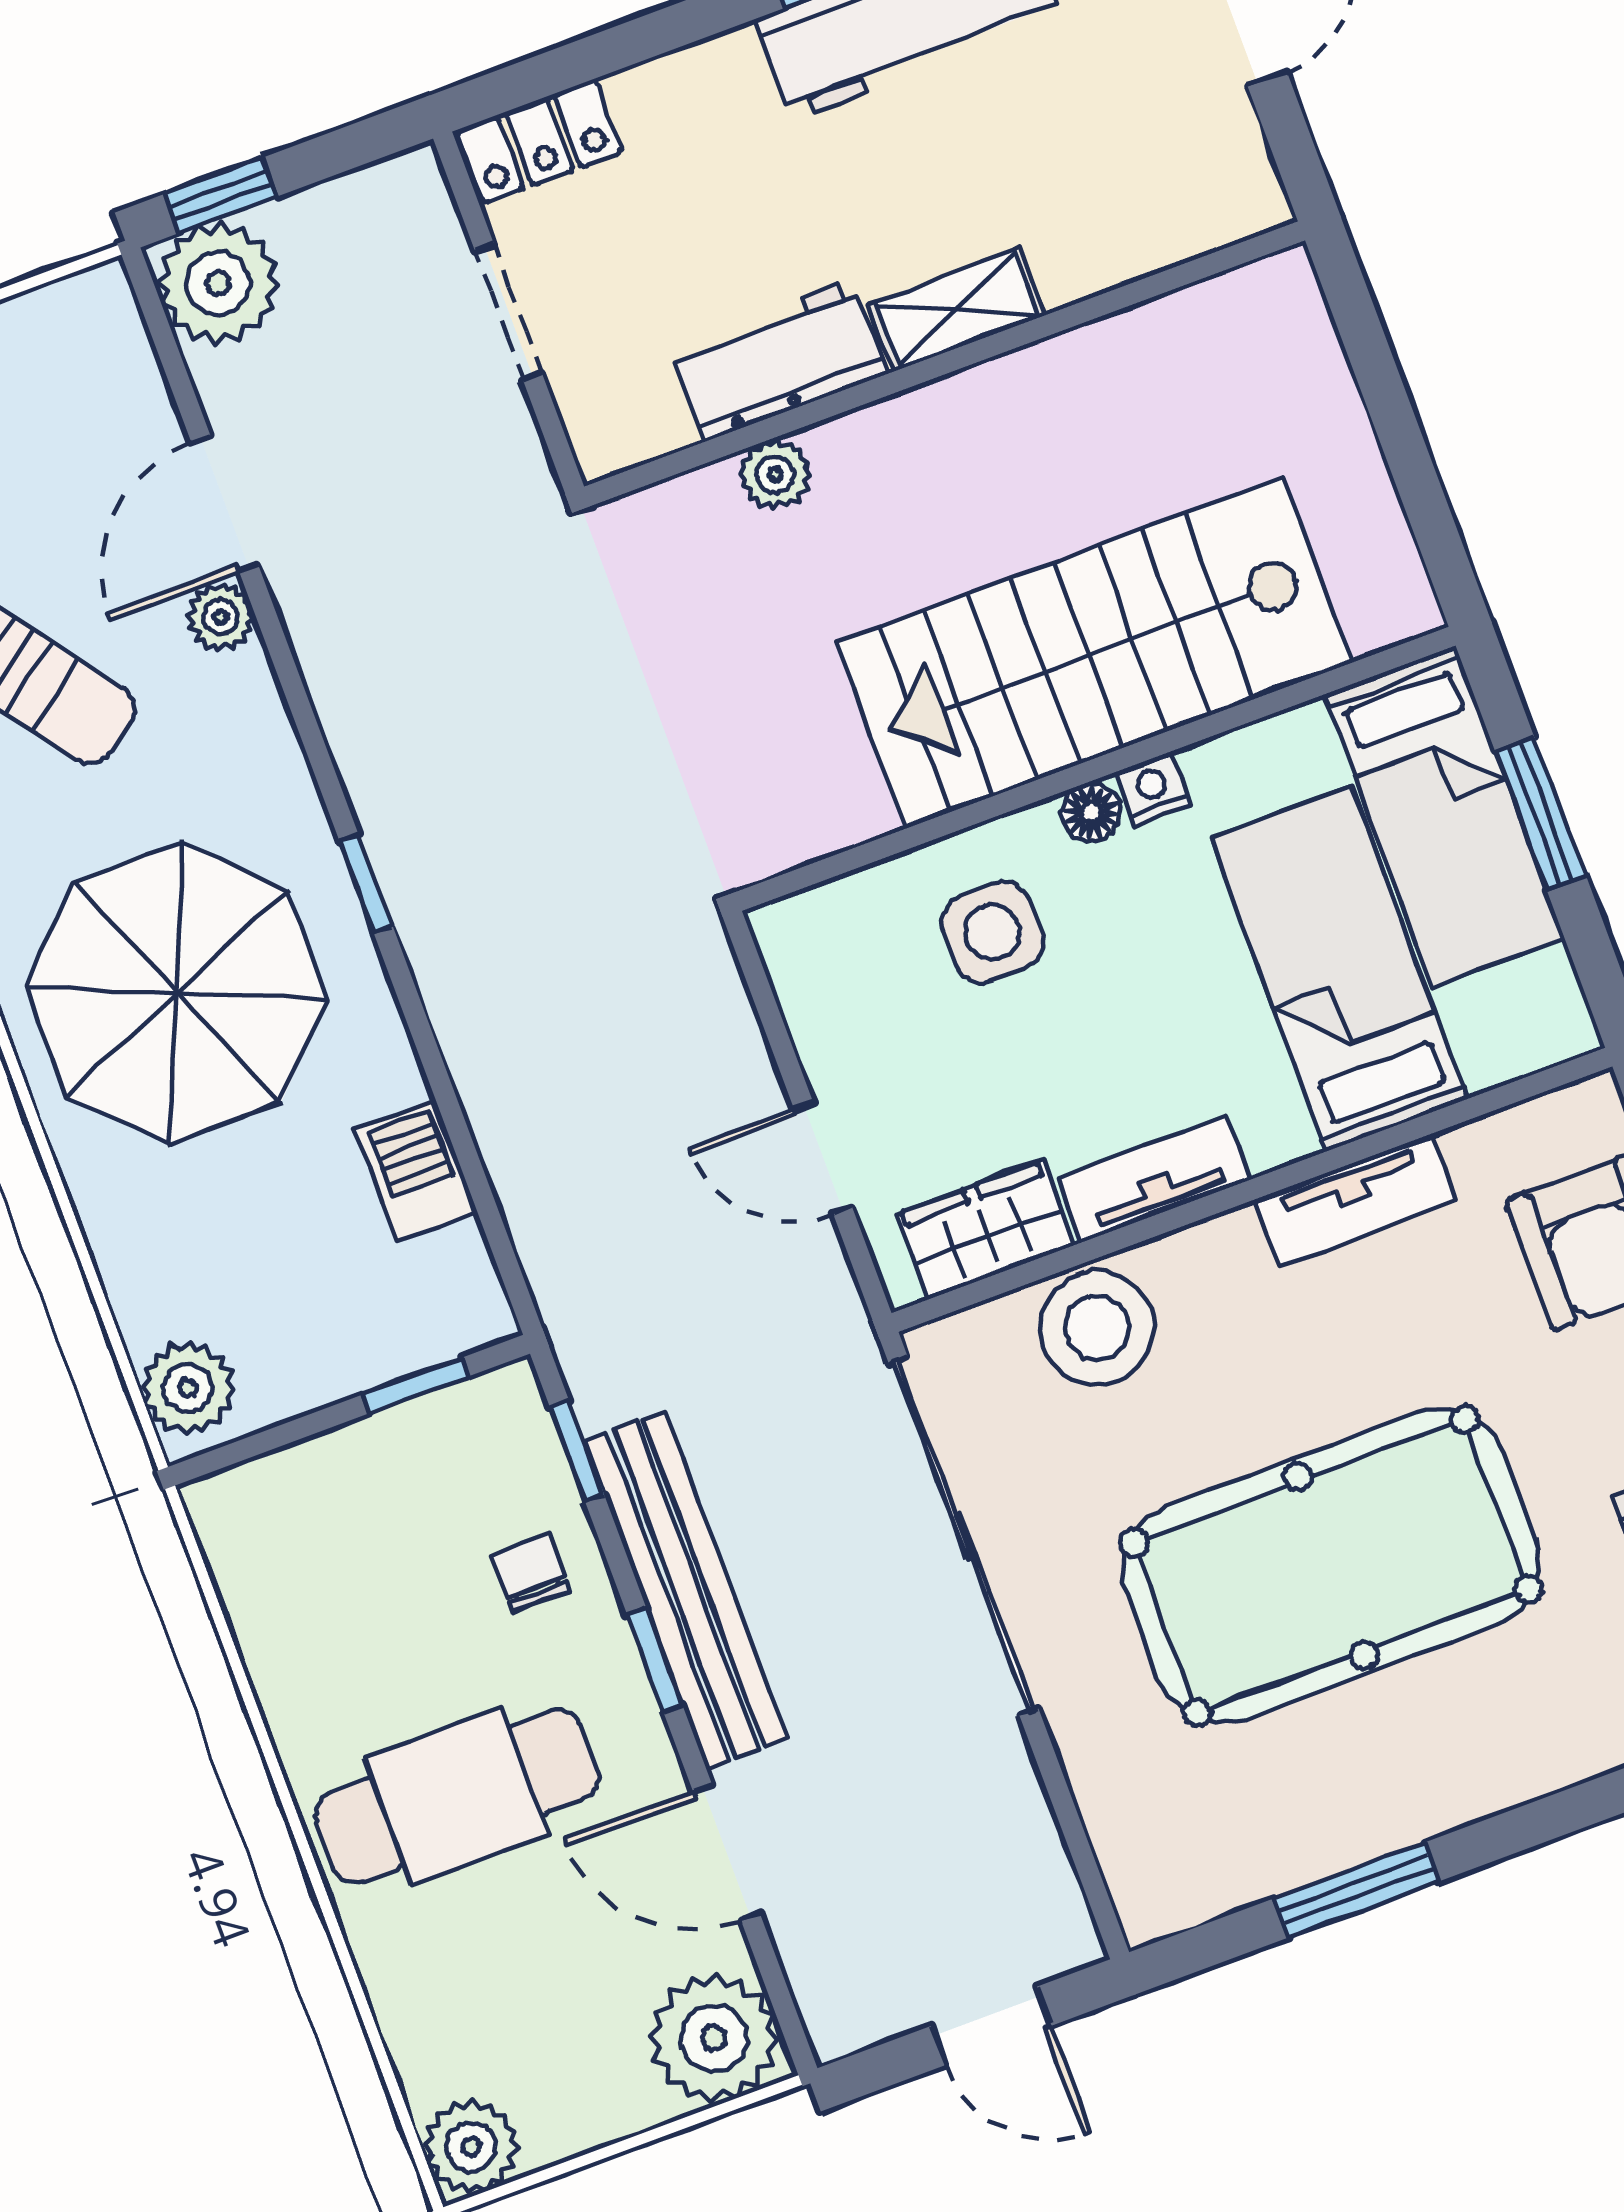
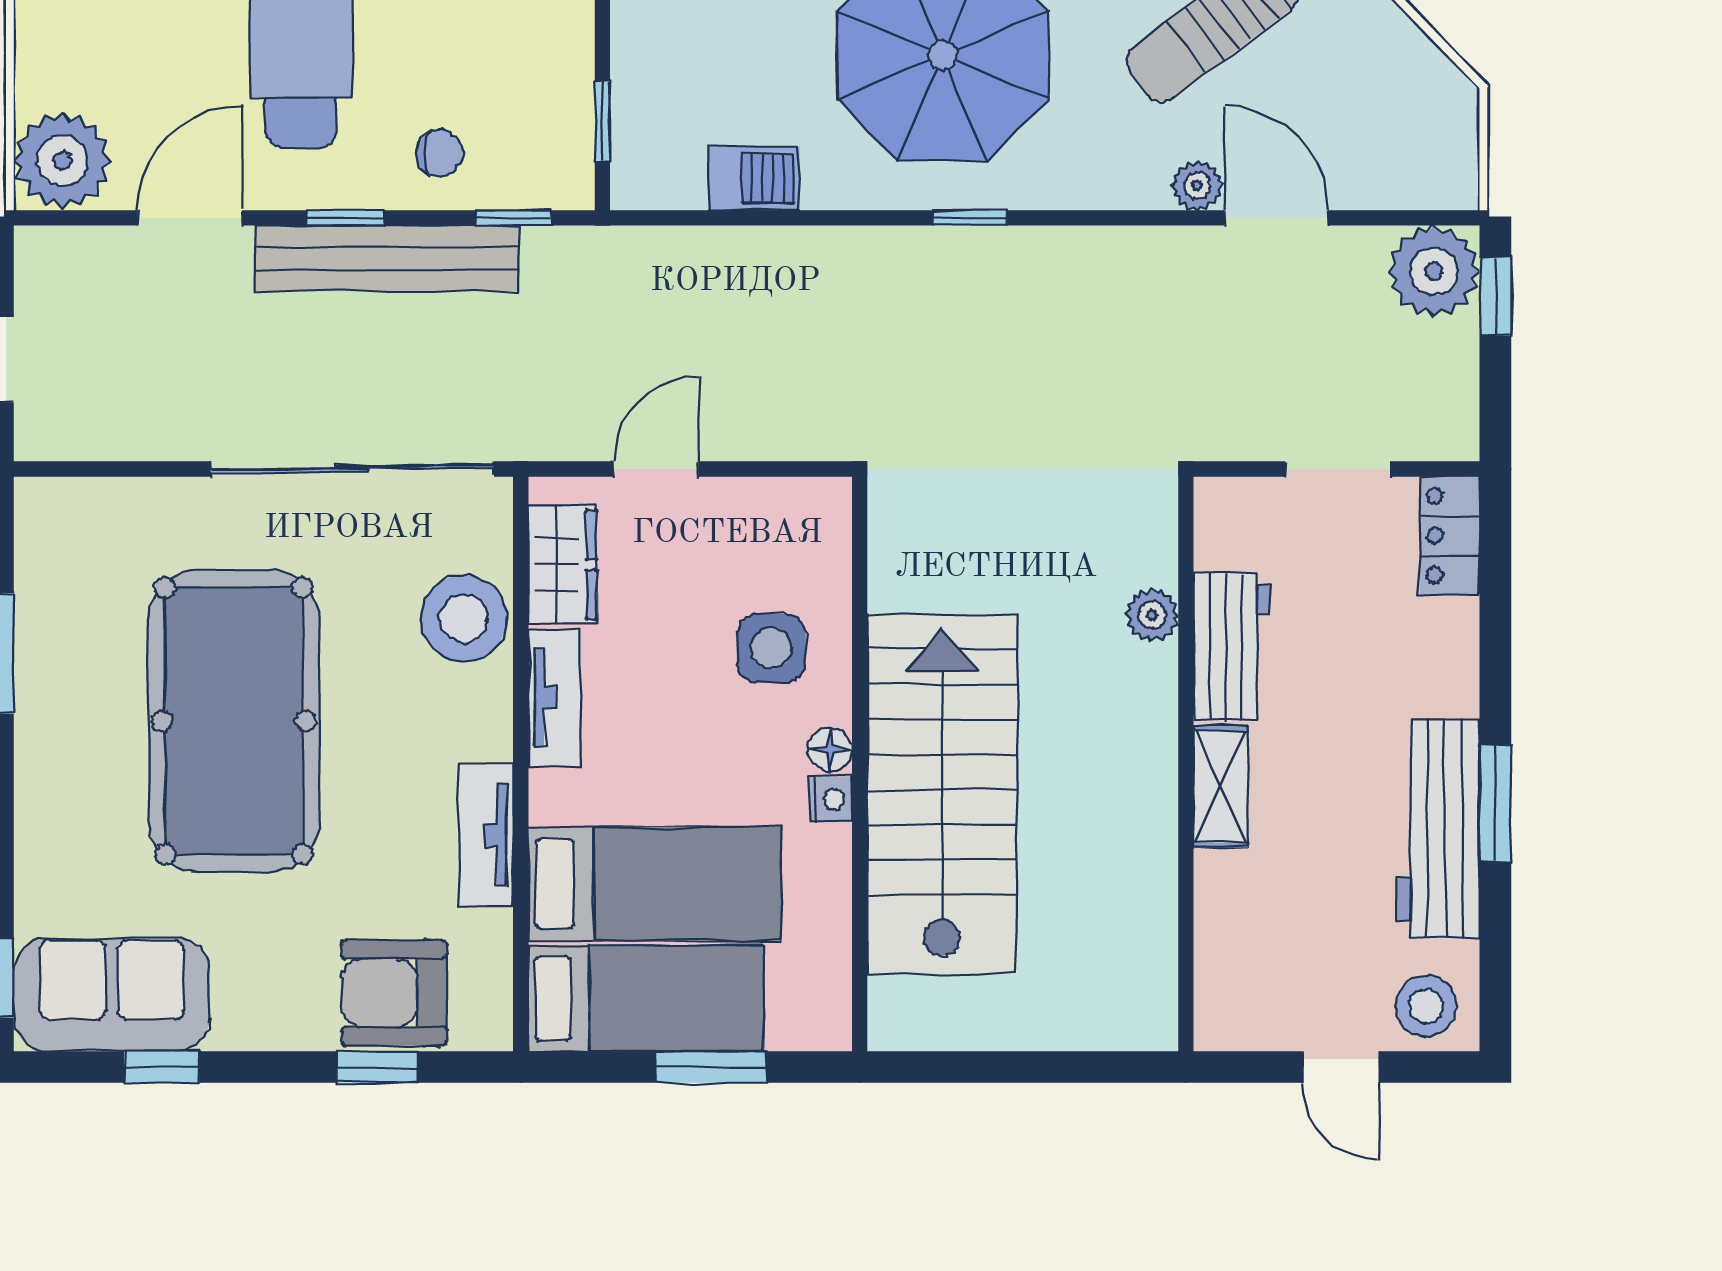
bed: (1444, 816) -> (646, 998), moved, turned 180

